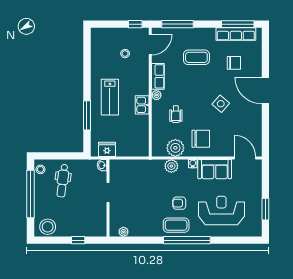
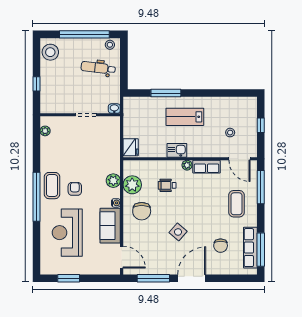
window: (135, 24) -> (261, 125), moved
coffee table: (196, 57) -> (236, 204), moved
window: (265, 127) -> (153, 278), added
fridge: (107, 149) -> (131, 147), moved
door: (245, 158) -> (122, 257), hinge flipped
reception desk: (221, 210) -> (67, 233), turned 180

